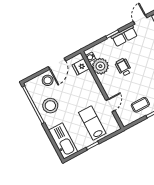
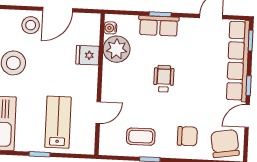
row of seats: (124, 36) -> (159, 26), moved
fridge: (81, 67) -> (87, 55), moved
wheelchair: (123, 67) -> (164, 79), moved

